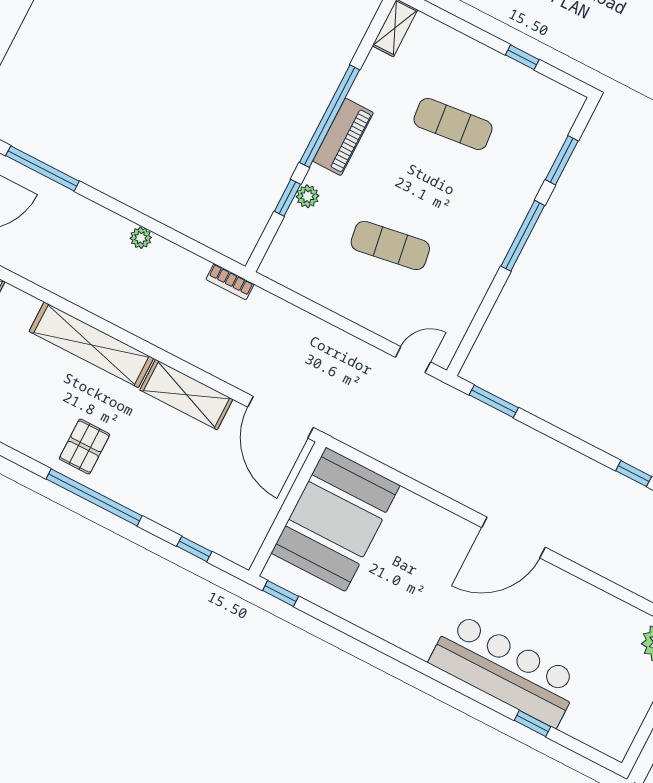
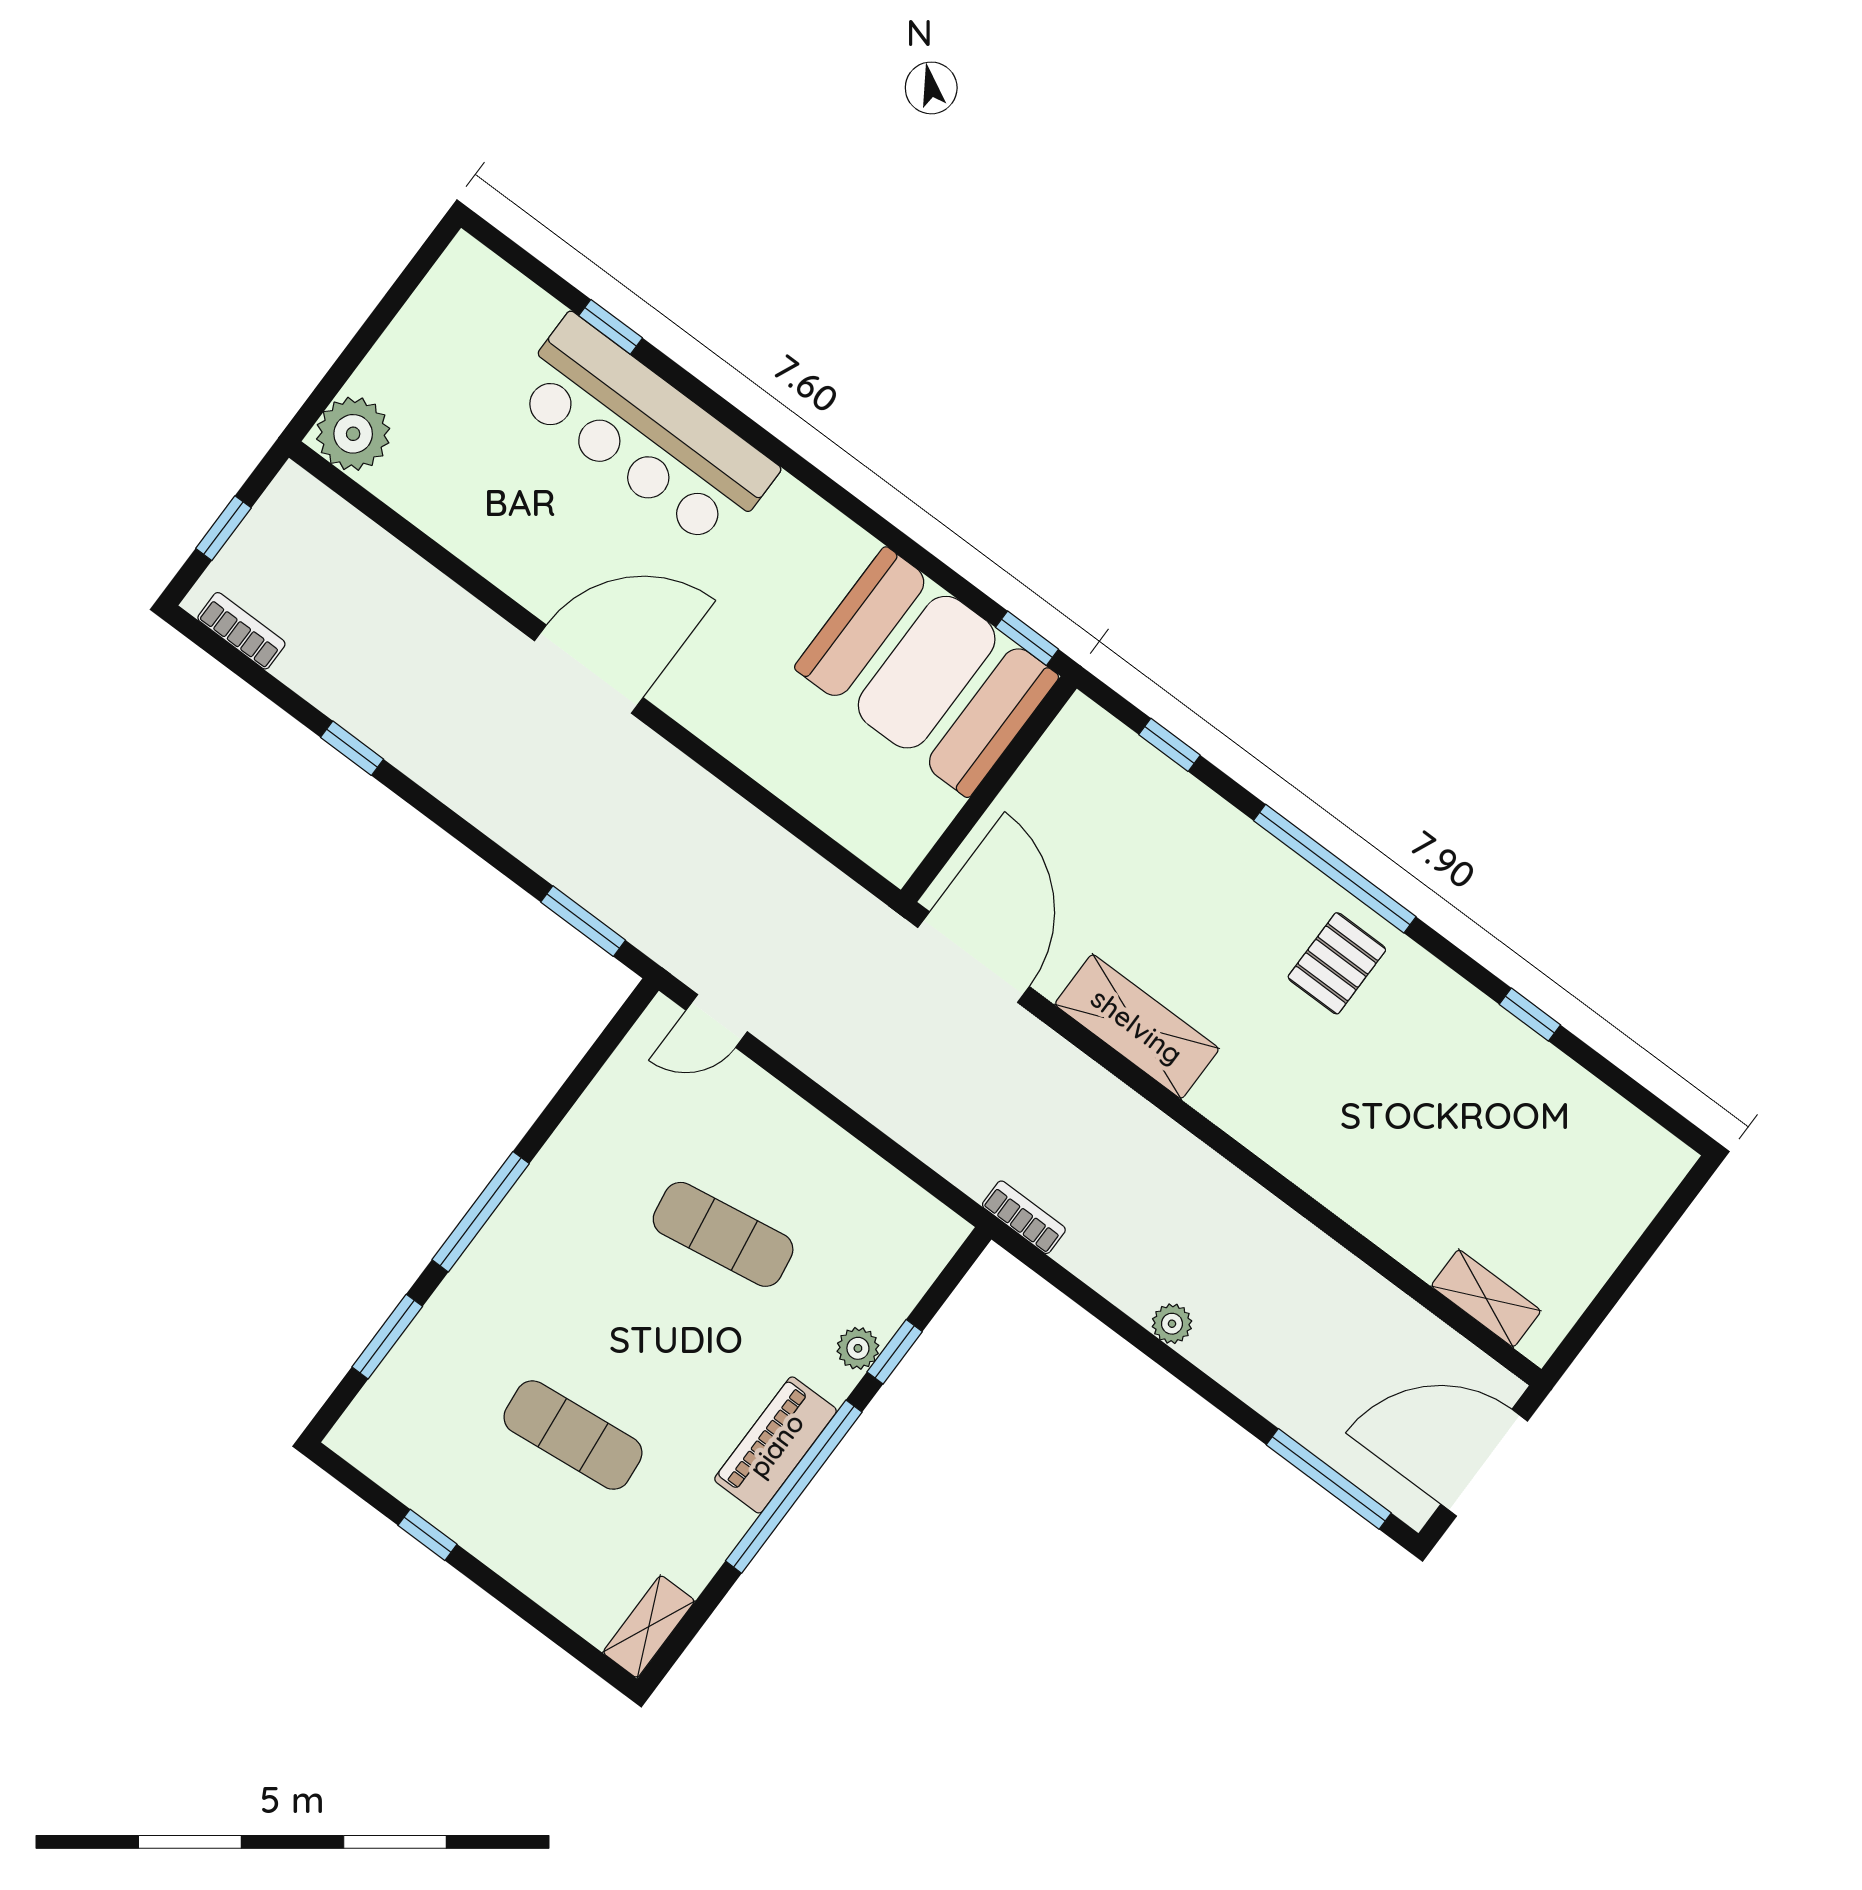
shelving: (91, 345) -> (1294, 1145), removed
booth: (336, 519) -> (927, 672), moved, turned 90

